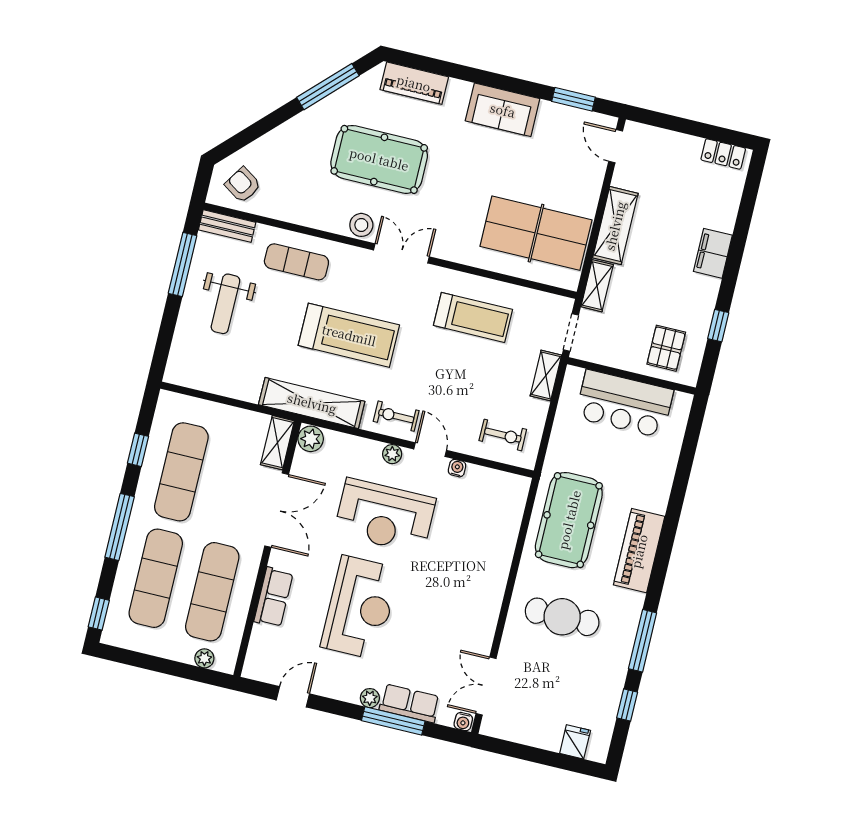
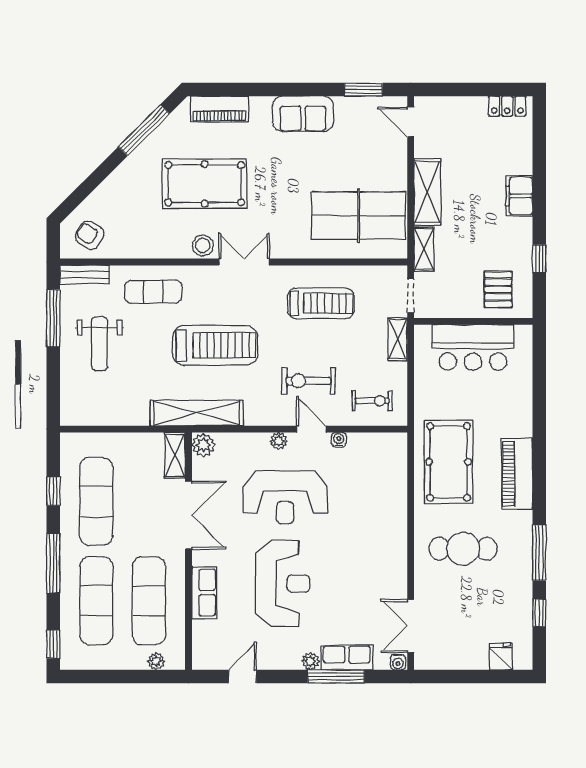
exercise bike: (396, 416) -> (308, 381), moved, width x1.38, depth x1.39

